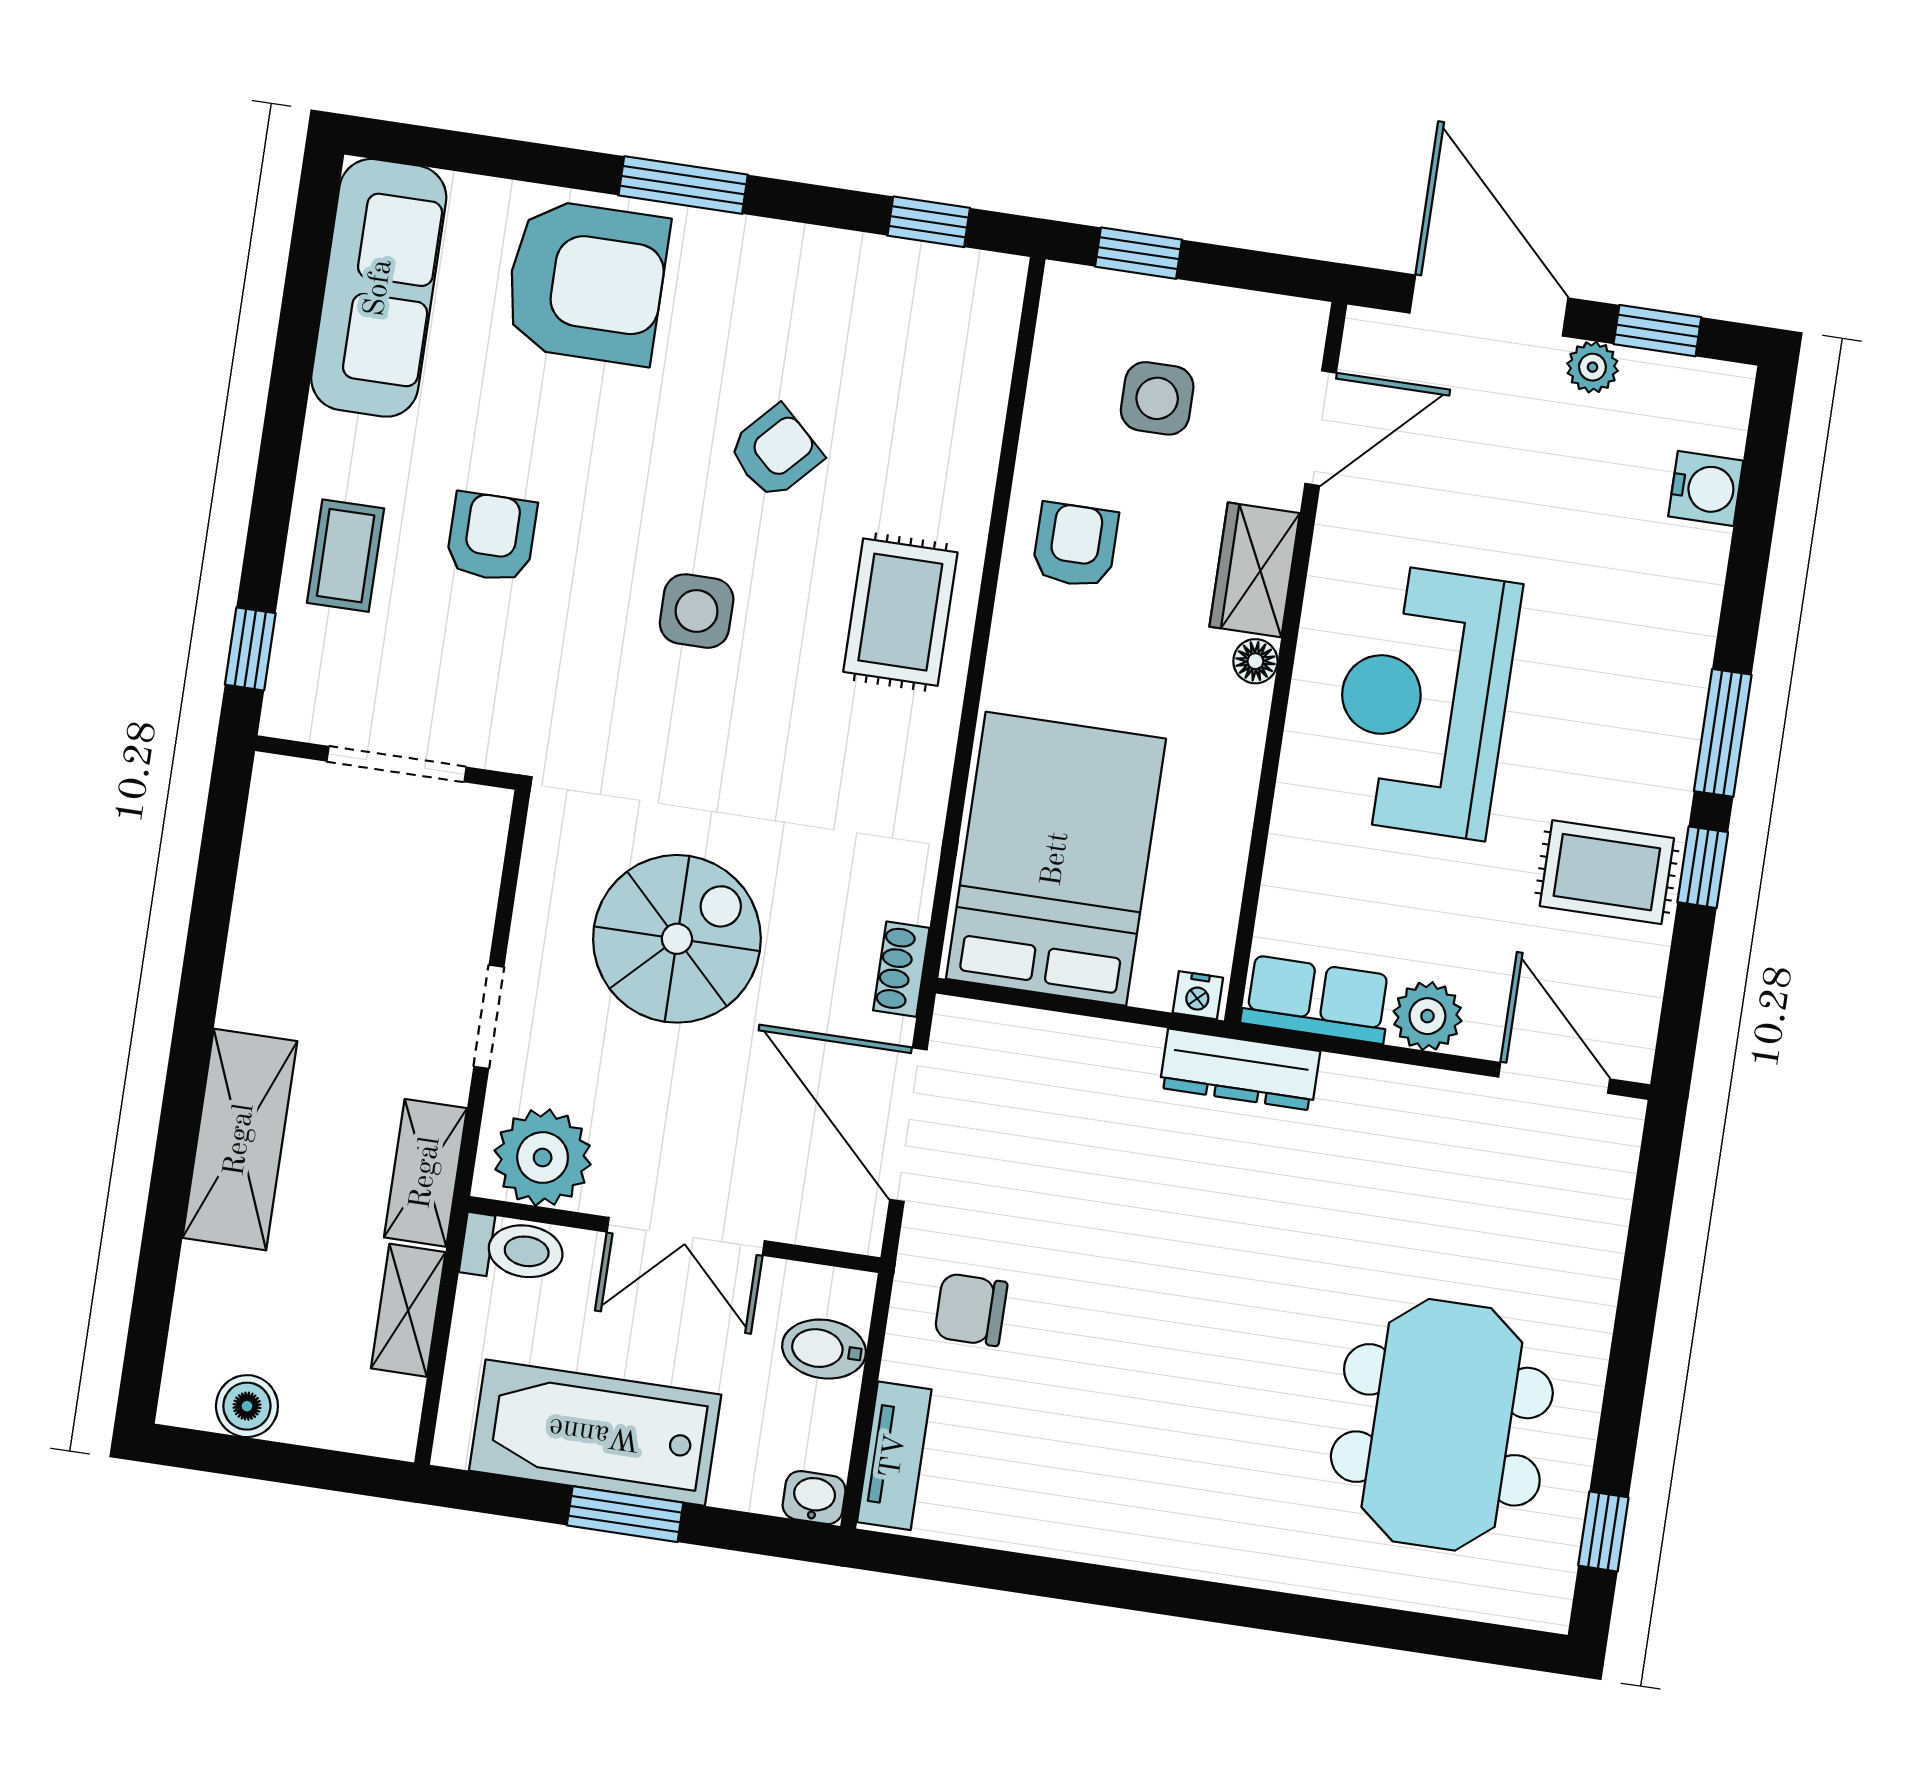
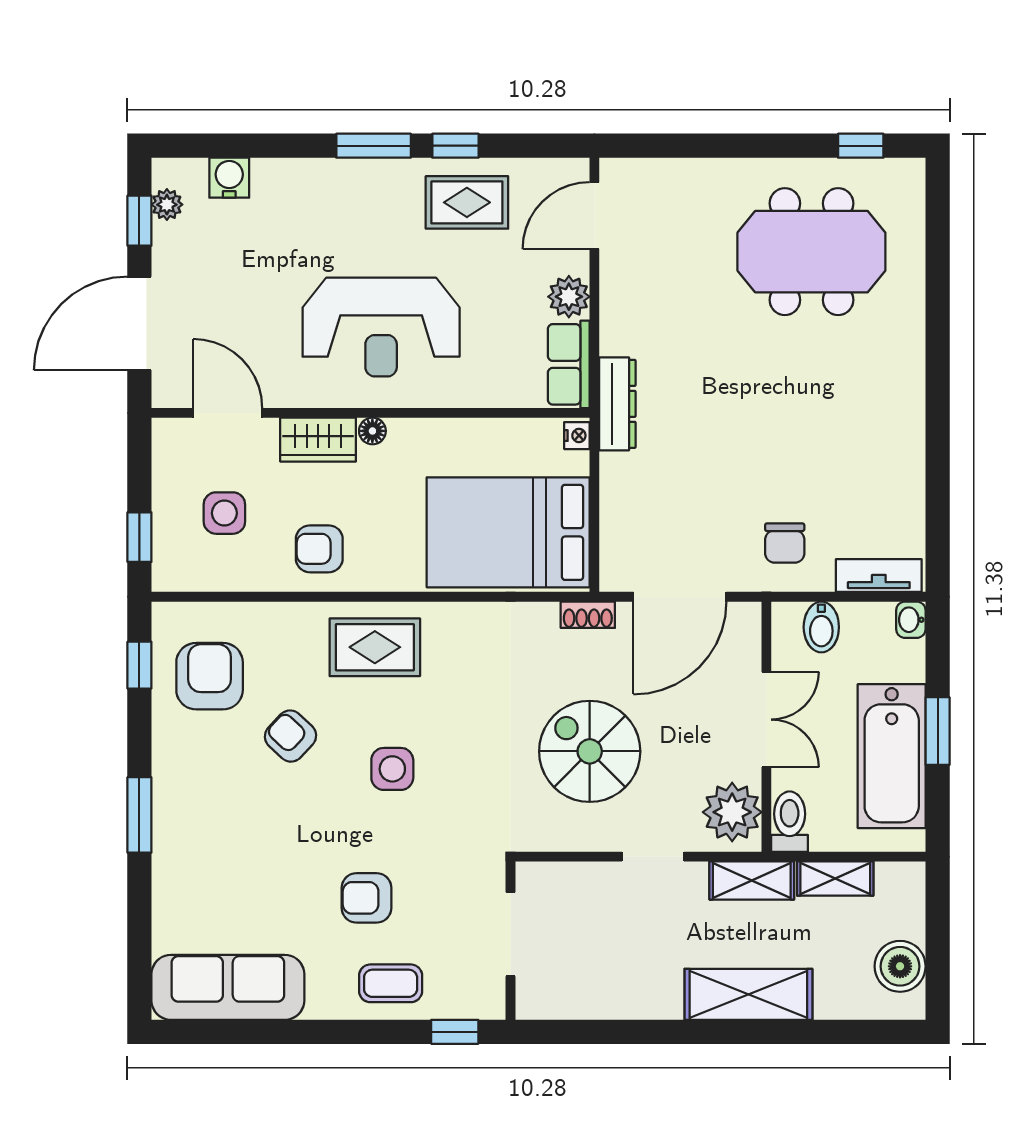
armchair: (586, 282) -> (210, 676), moved, width x0.73, depth x0.73
plant: (1592, 367) -> (167, 205), moved
rug: (1607, 872) -> (467, 202), turned 90
boiler: (247, 1406) -> (900, 966), width x1.36, depth x1.36

